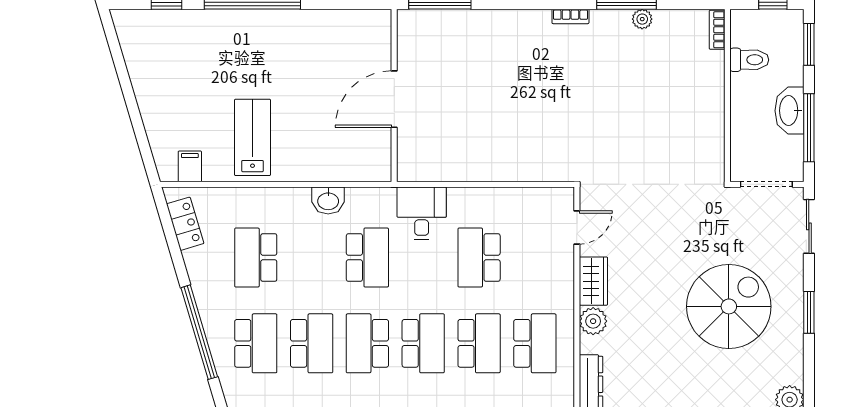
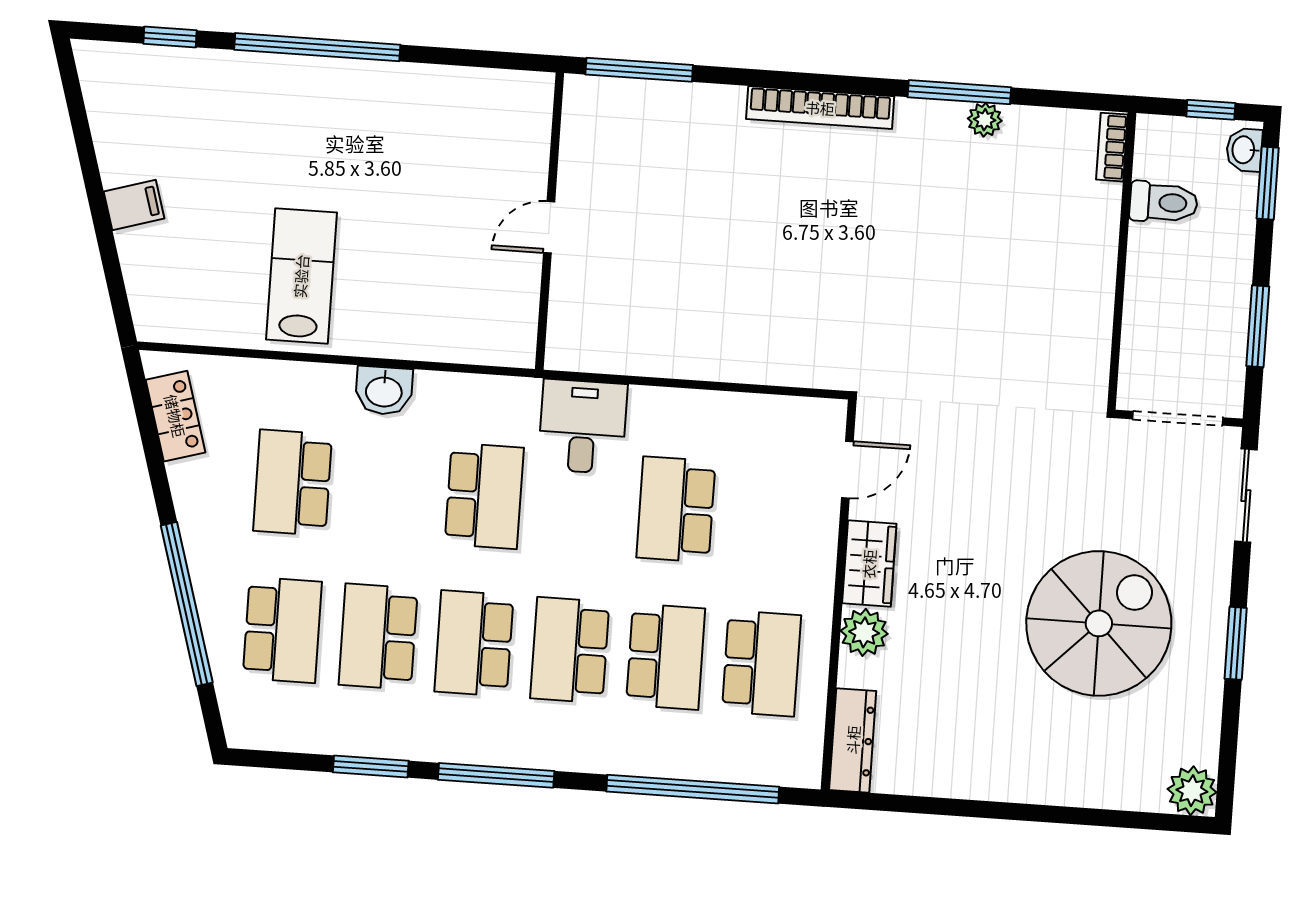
bookcase: (570, 16) -> (820, 108), width x2.31, depth x1.31
door: (394, 99) -> (549, 227), width x0.53
washbasin: (789, 111) -> (1244, 150), moved, width x0.52, depth x0.69
window: (809, 128) -> (1258, 326), width x0.69
filing cabinet: (190, 166) -> (134, 205), moved, turned 73
washbasin: (328, 200) -> (384, 391), moved
school desk: (312, 343) -> (378, 637), turned 180
school desk: (423, 343) -> (570, 650), turned 180

